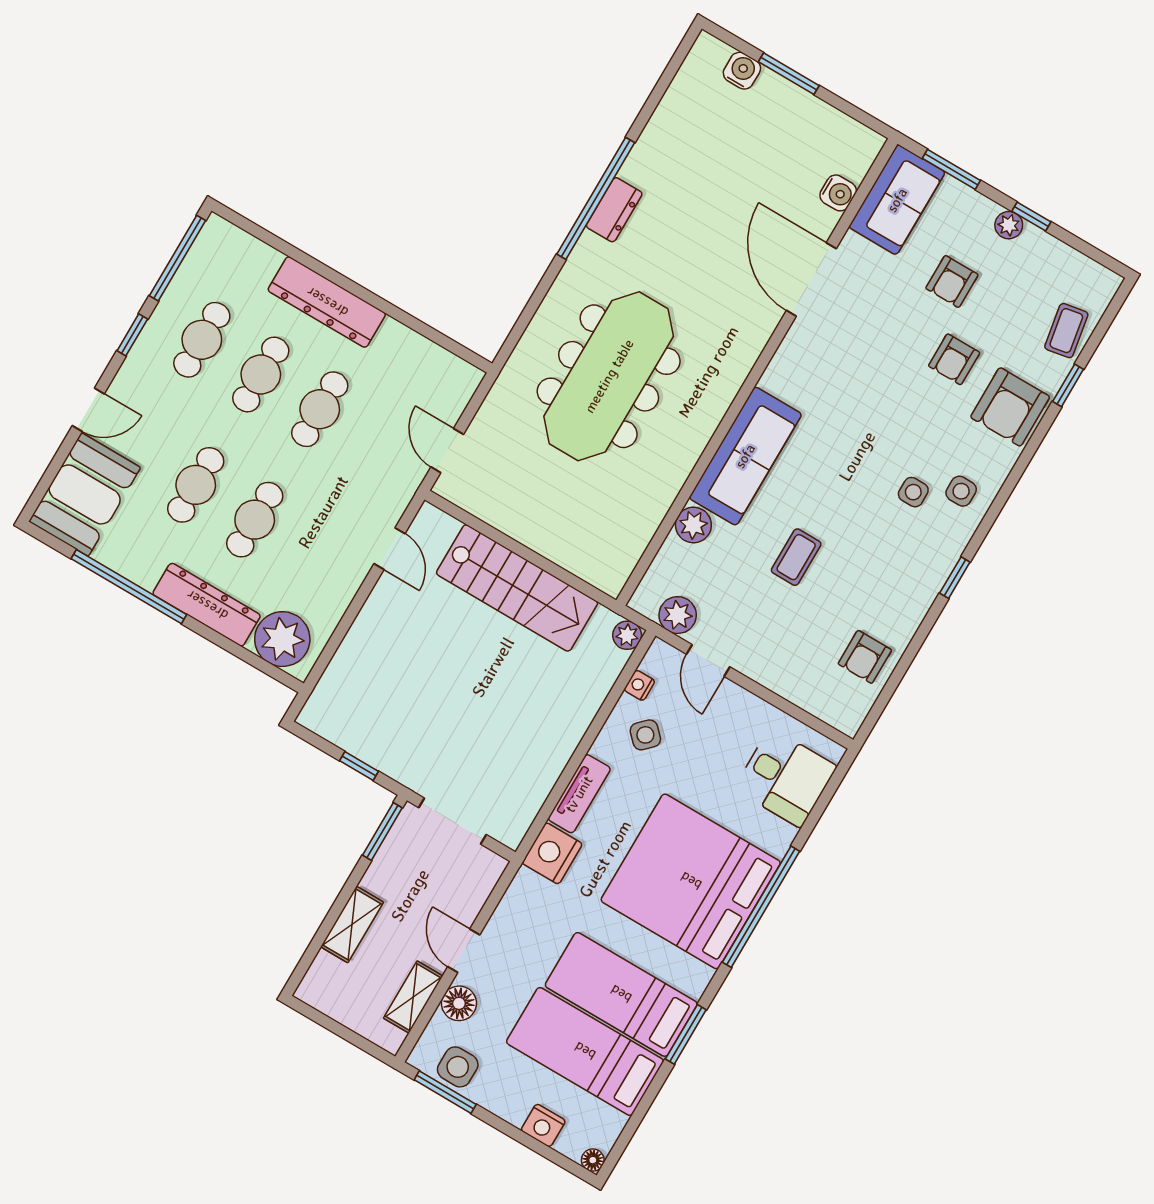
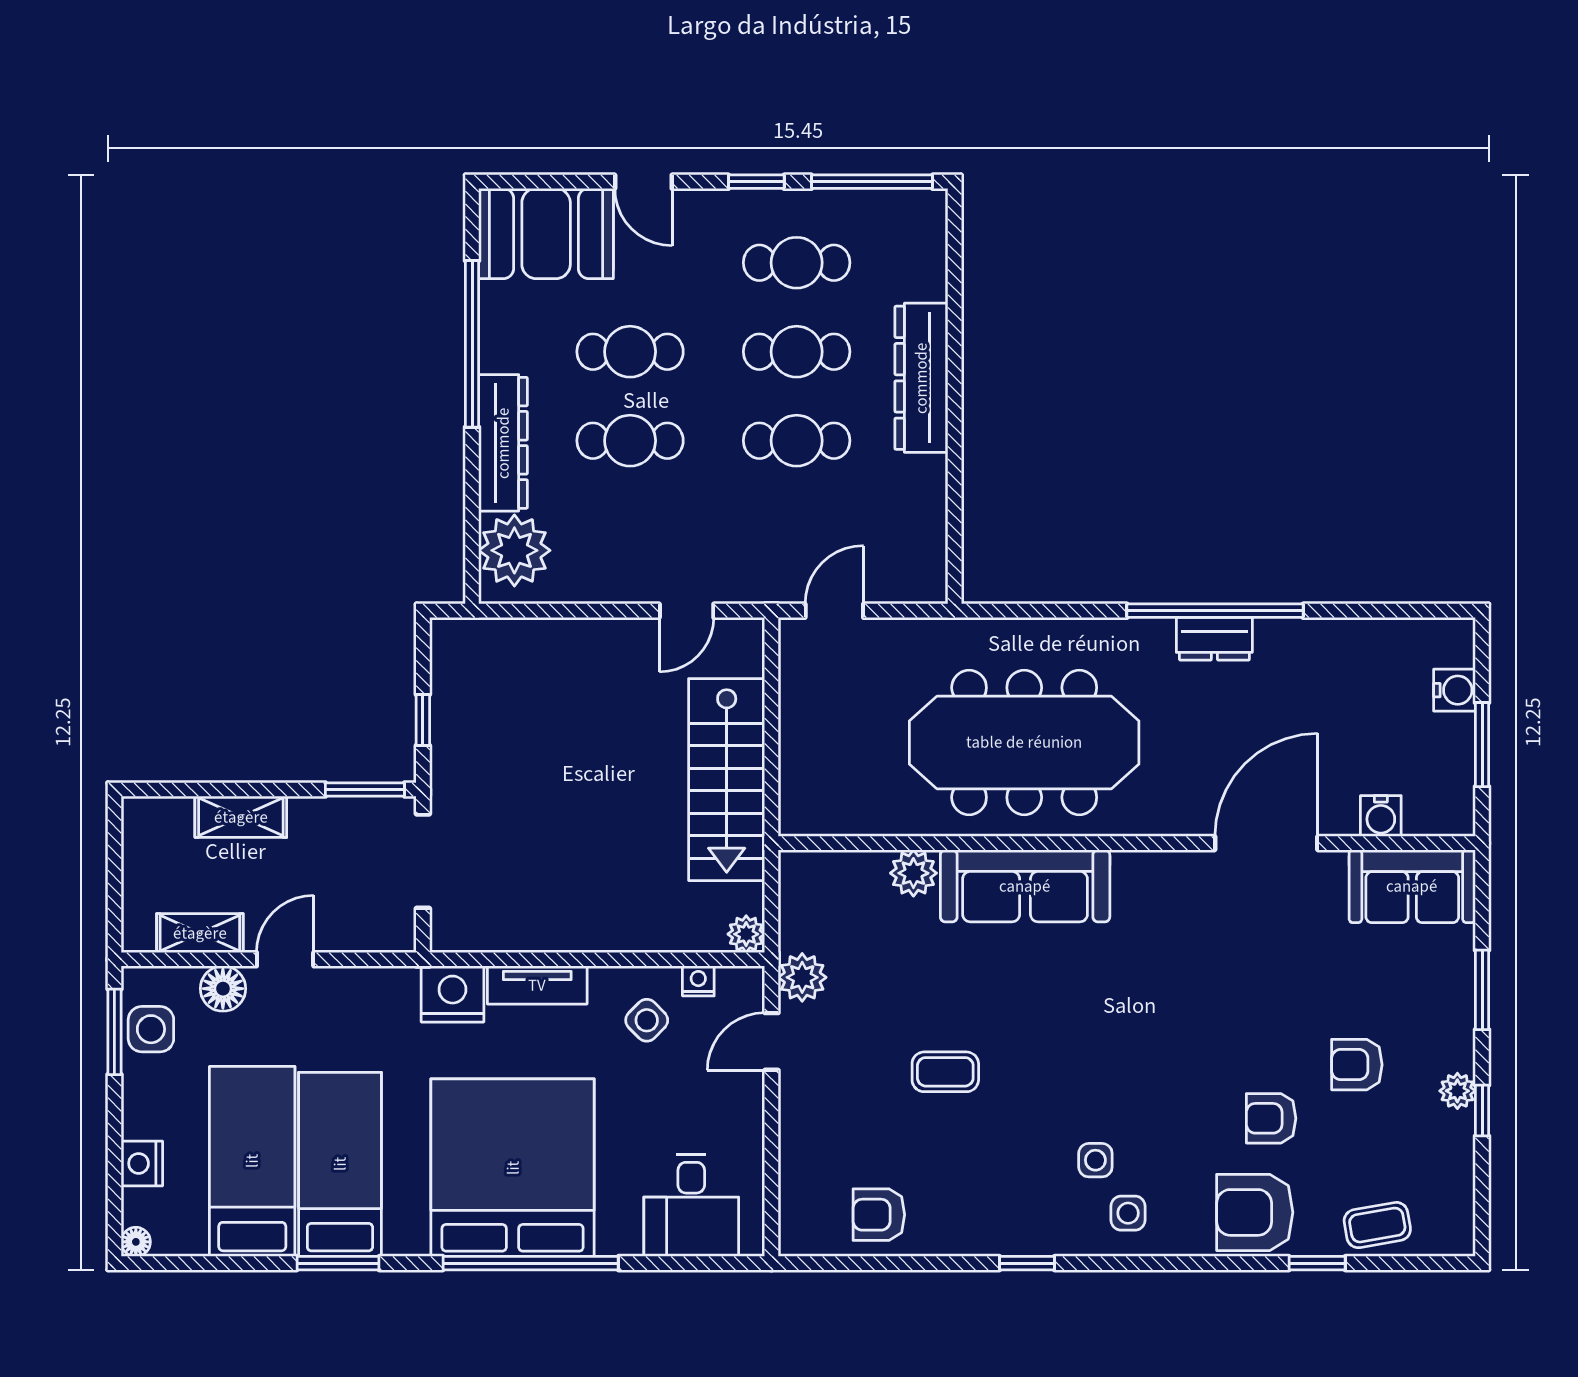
water cooler: (838, 193) -> (1381, 816), moved
sofa: (897, 200) -> (1412, 886), moved
door: (811, 279) -> (1266, 843), moved
wall: (757, 372) -> (1127, 843), moved
sofa: (745, 456) -> (1025, 886), moved
plant: (693, 525) -> (913, 873), moved

